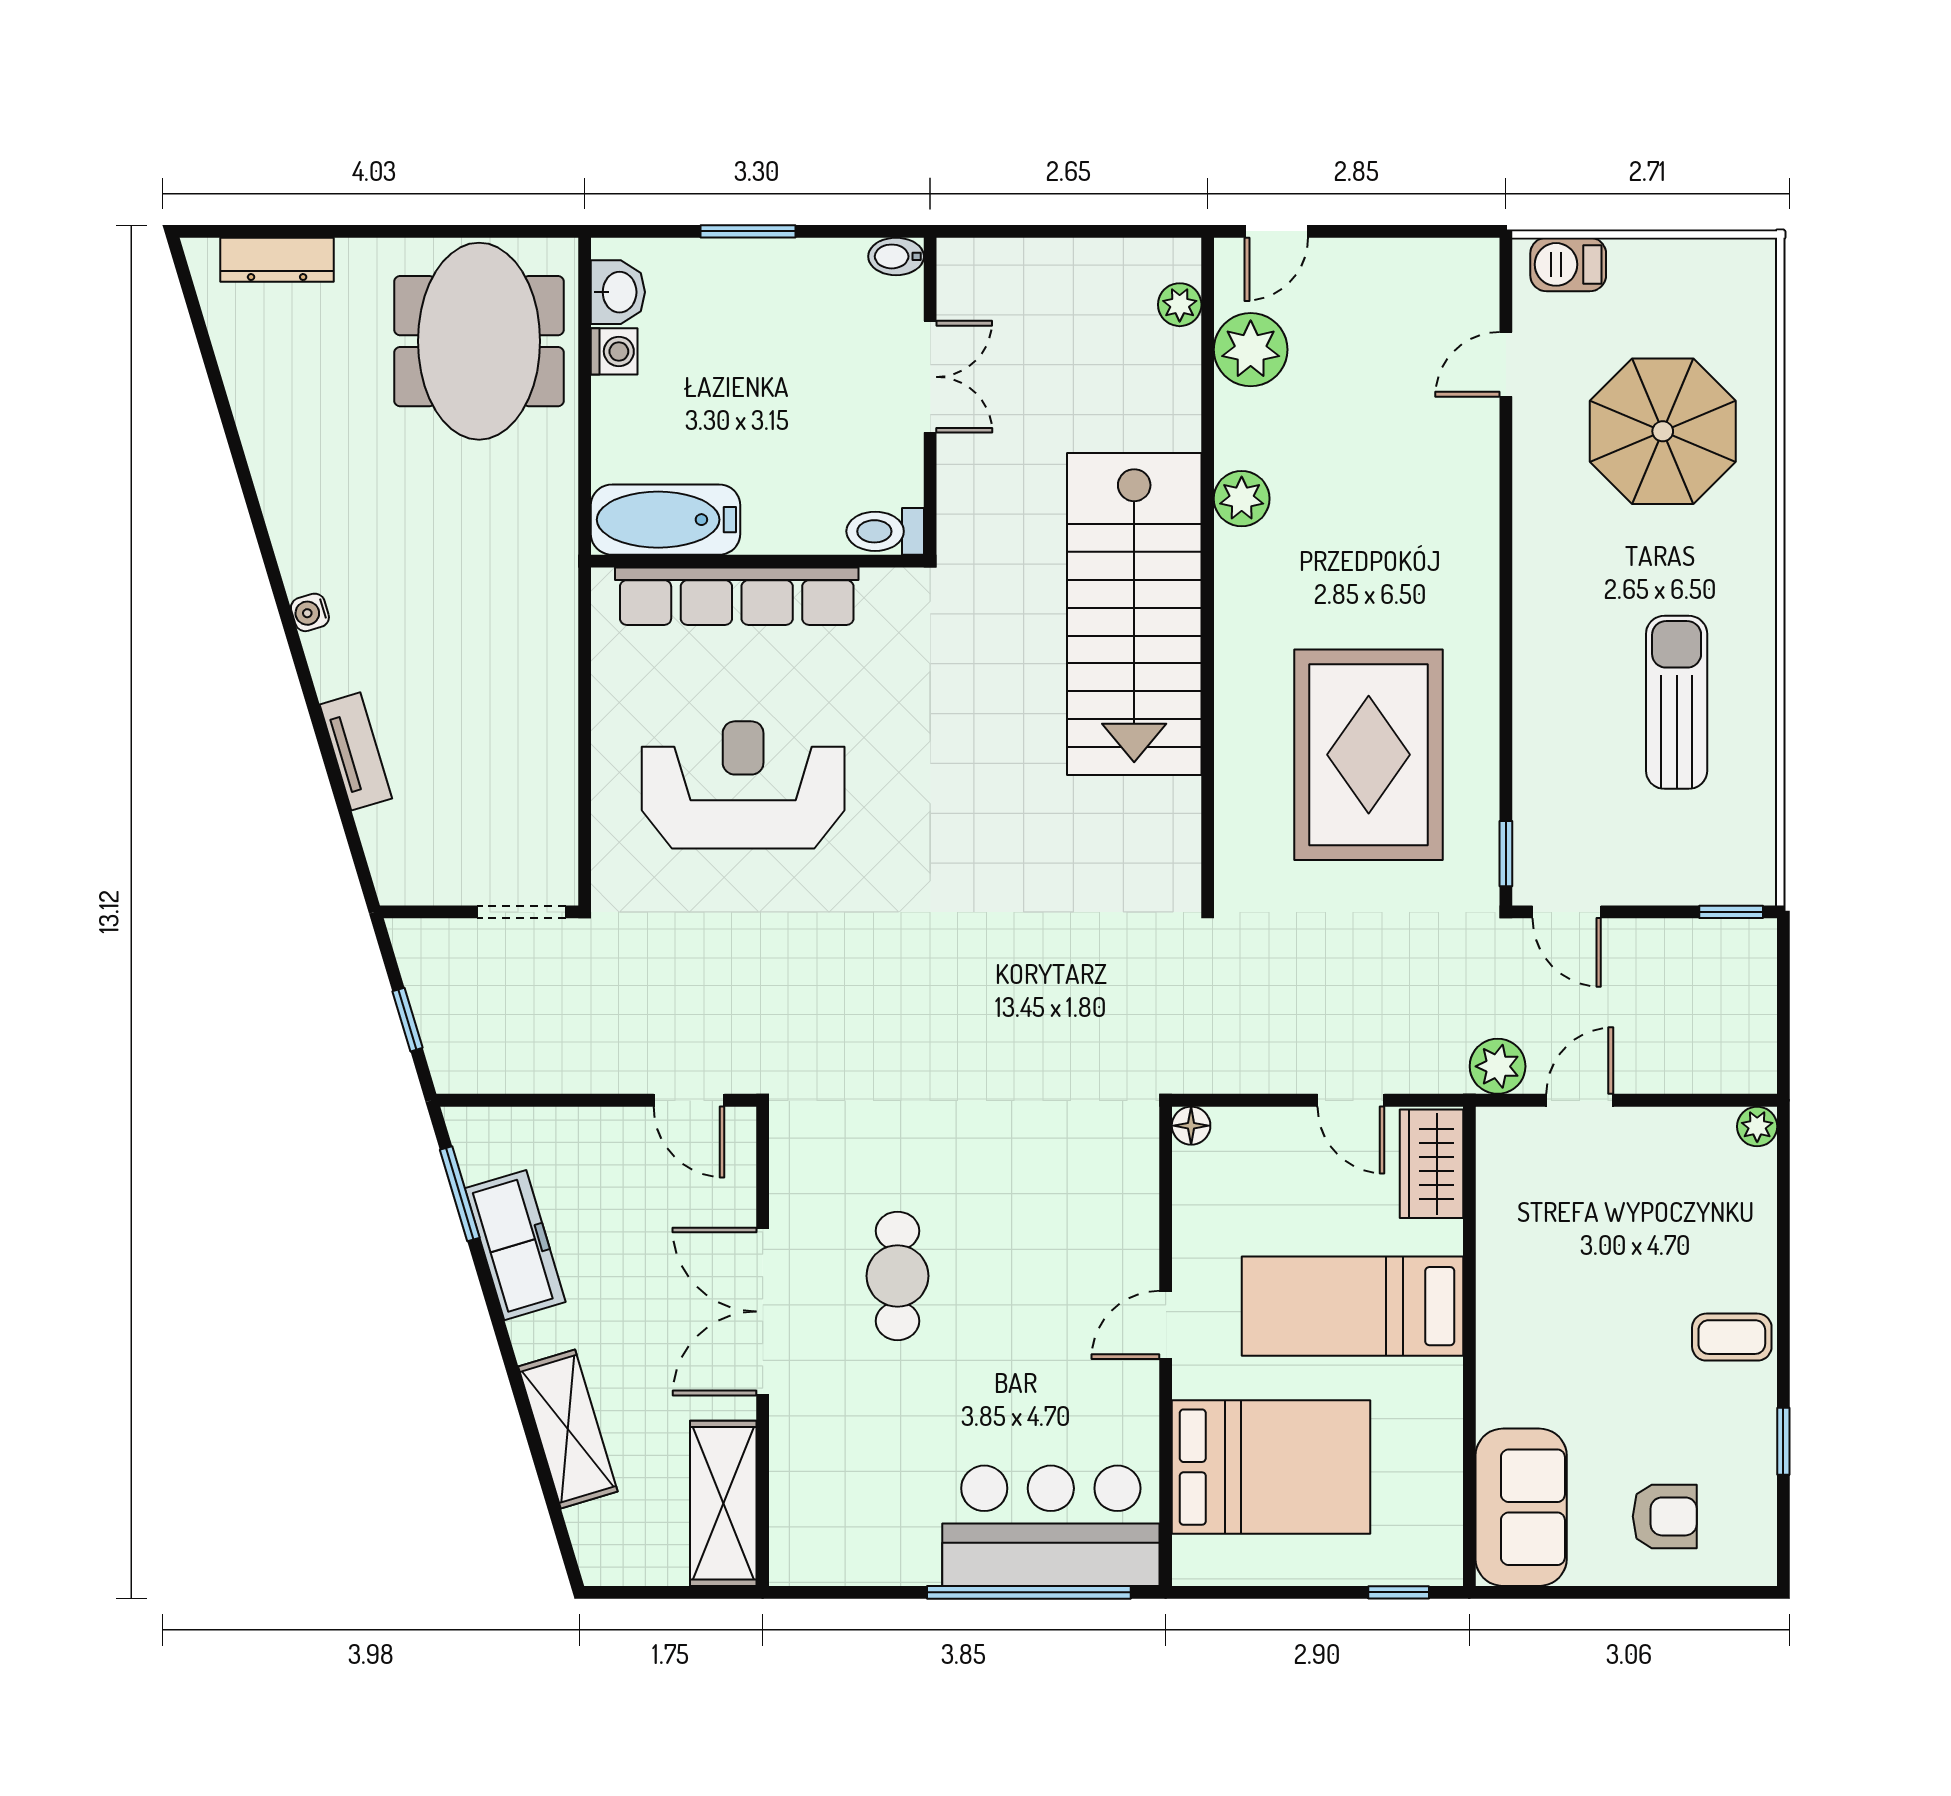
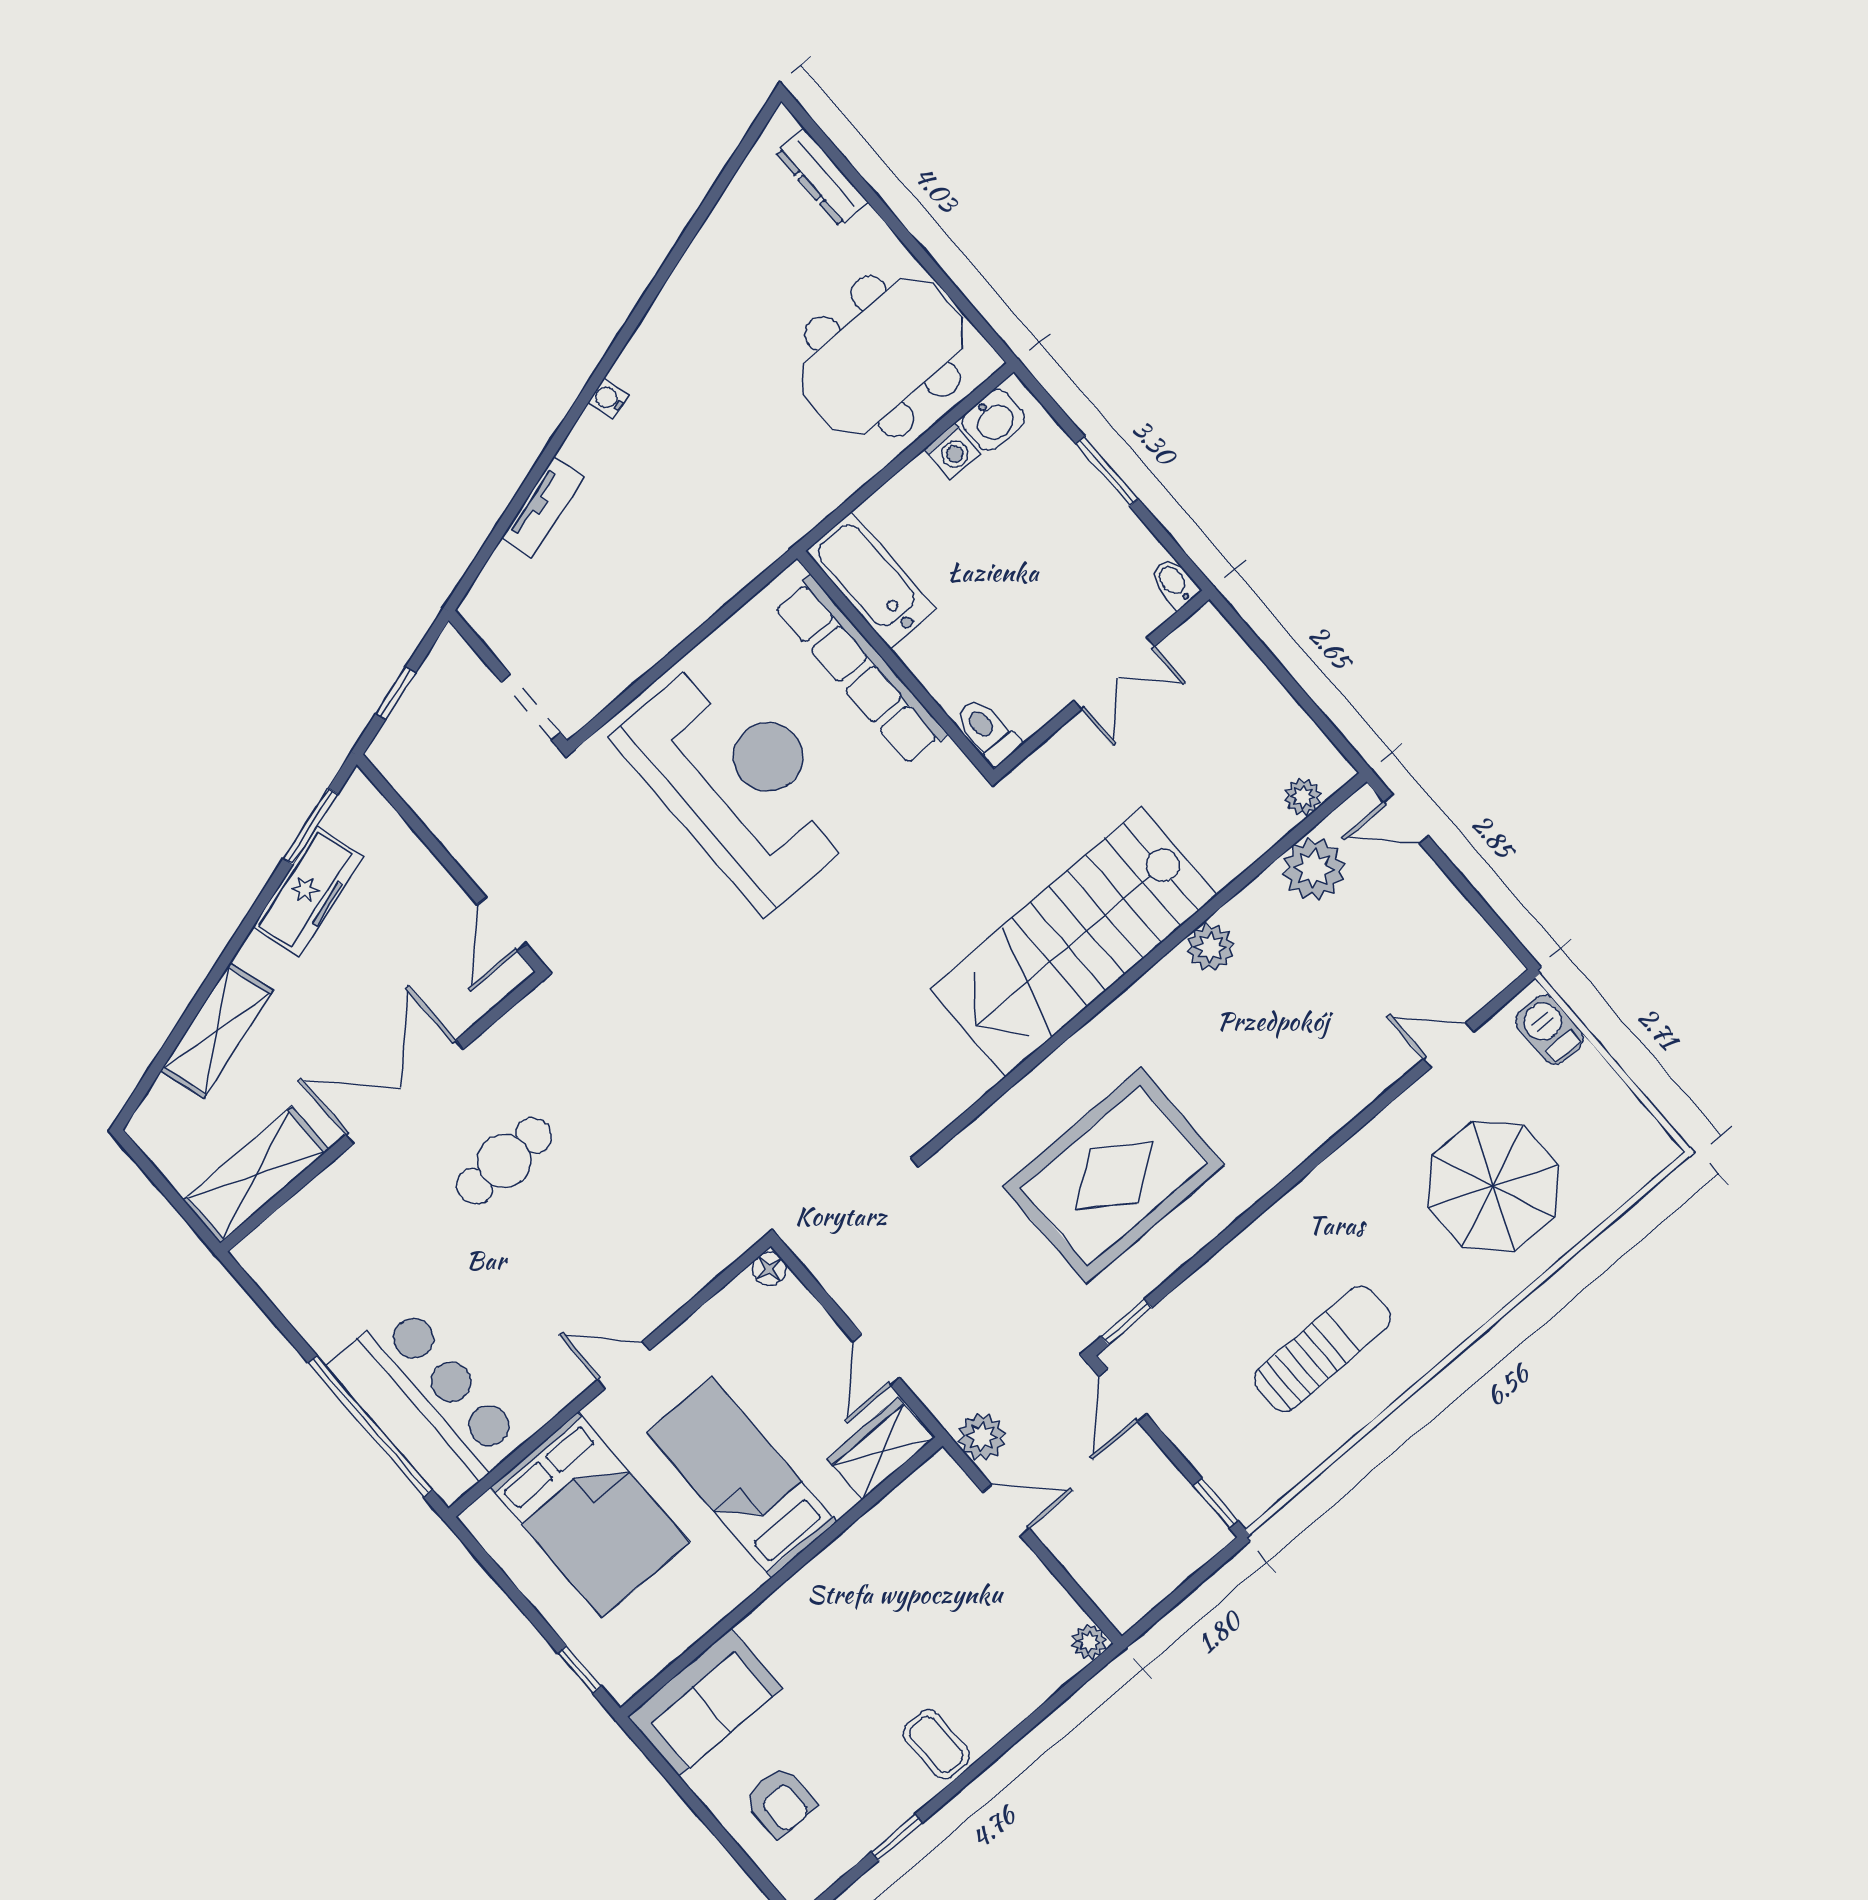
reception desk: (743, 785) -> (740, 781), width x1.36, depth x1.30

